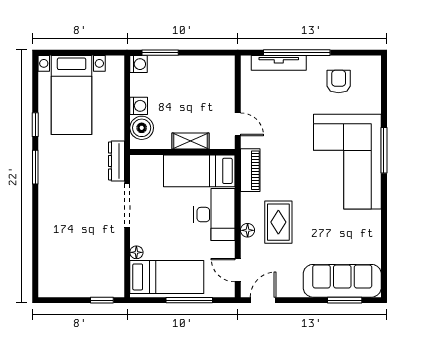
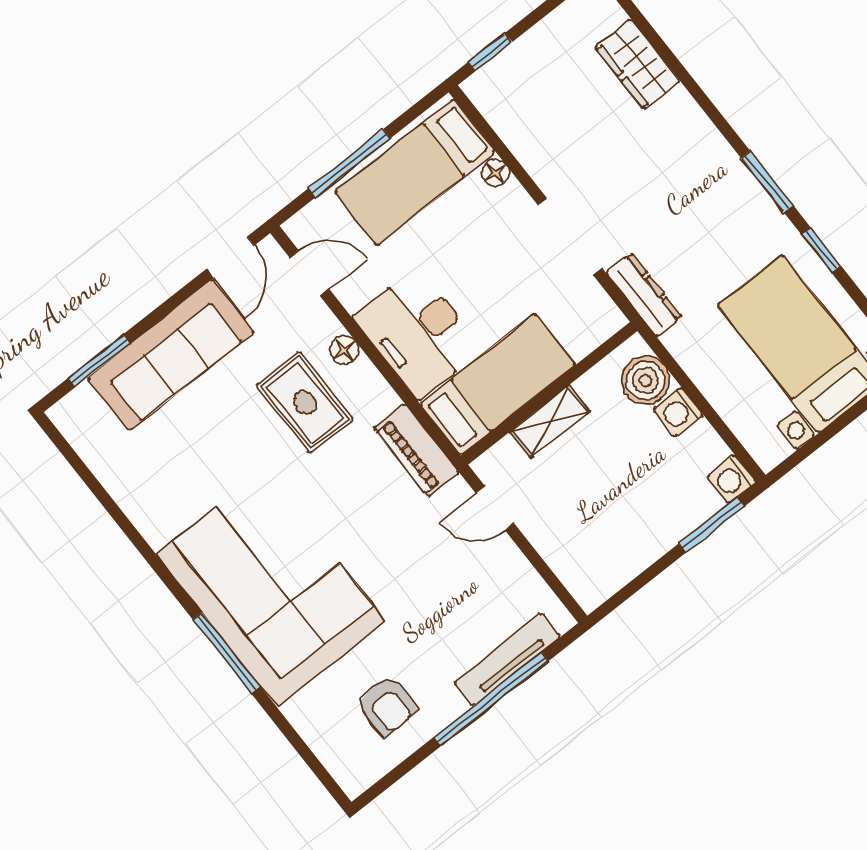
wardrobe: (49, 251) -> (638, 64), added
sofa: (342, 281) -> (171, 355), moved

